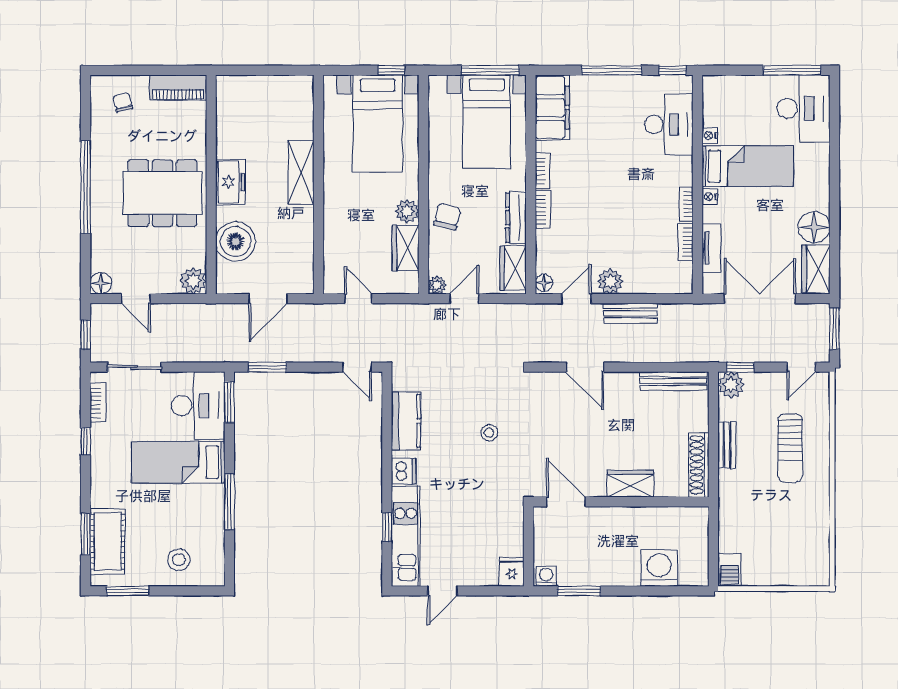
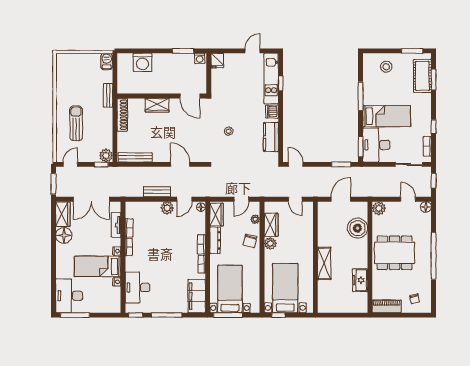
freezer: (230, 182) -> (360, 280), moved
plant: (437, 285) -> (255, 219), moved
bench: (727, 445) -> (108, 95), moved

